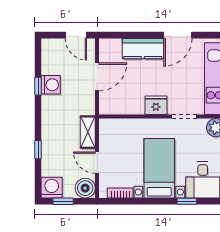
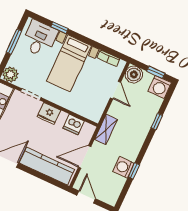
kitchen counter: (143, 49) -> (47, 166), width x1.50
dishwasher: (124, 106) -> (74, 125), added
shelving: (88, 132) -> (106, 130), moved

